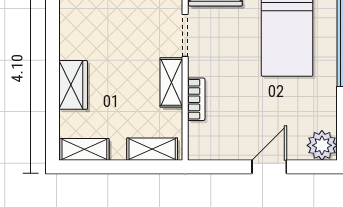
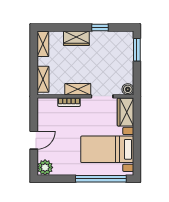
window: (52, 39) -> (100, 27), added
door: (269, 167) -> (34, 140), hinge flipped

